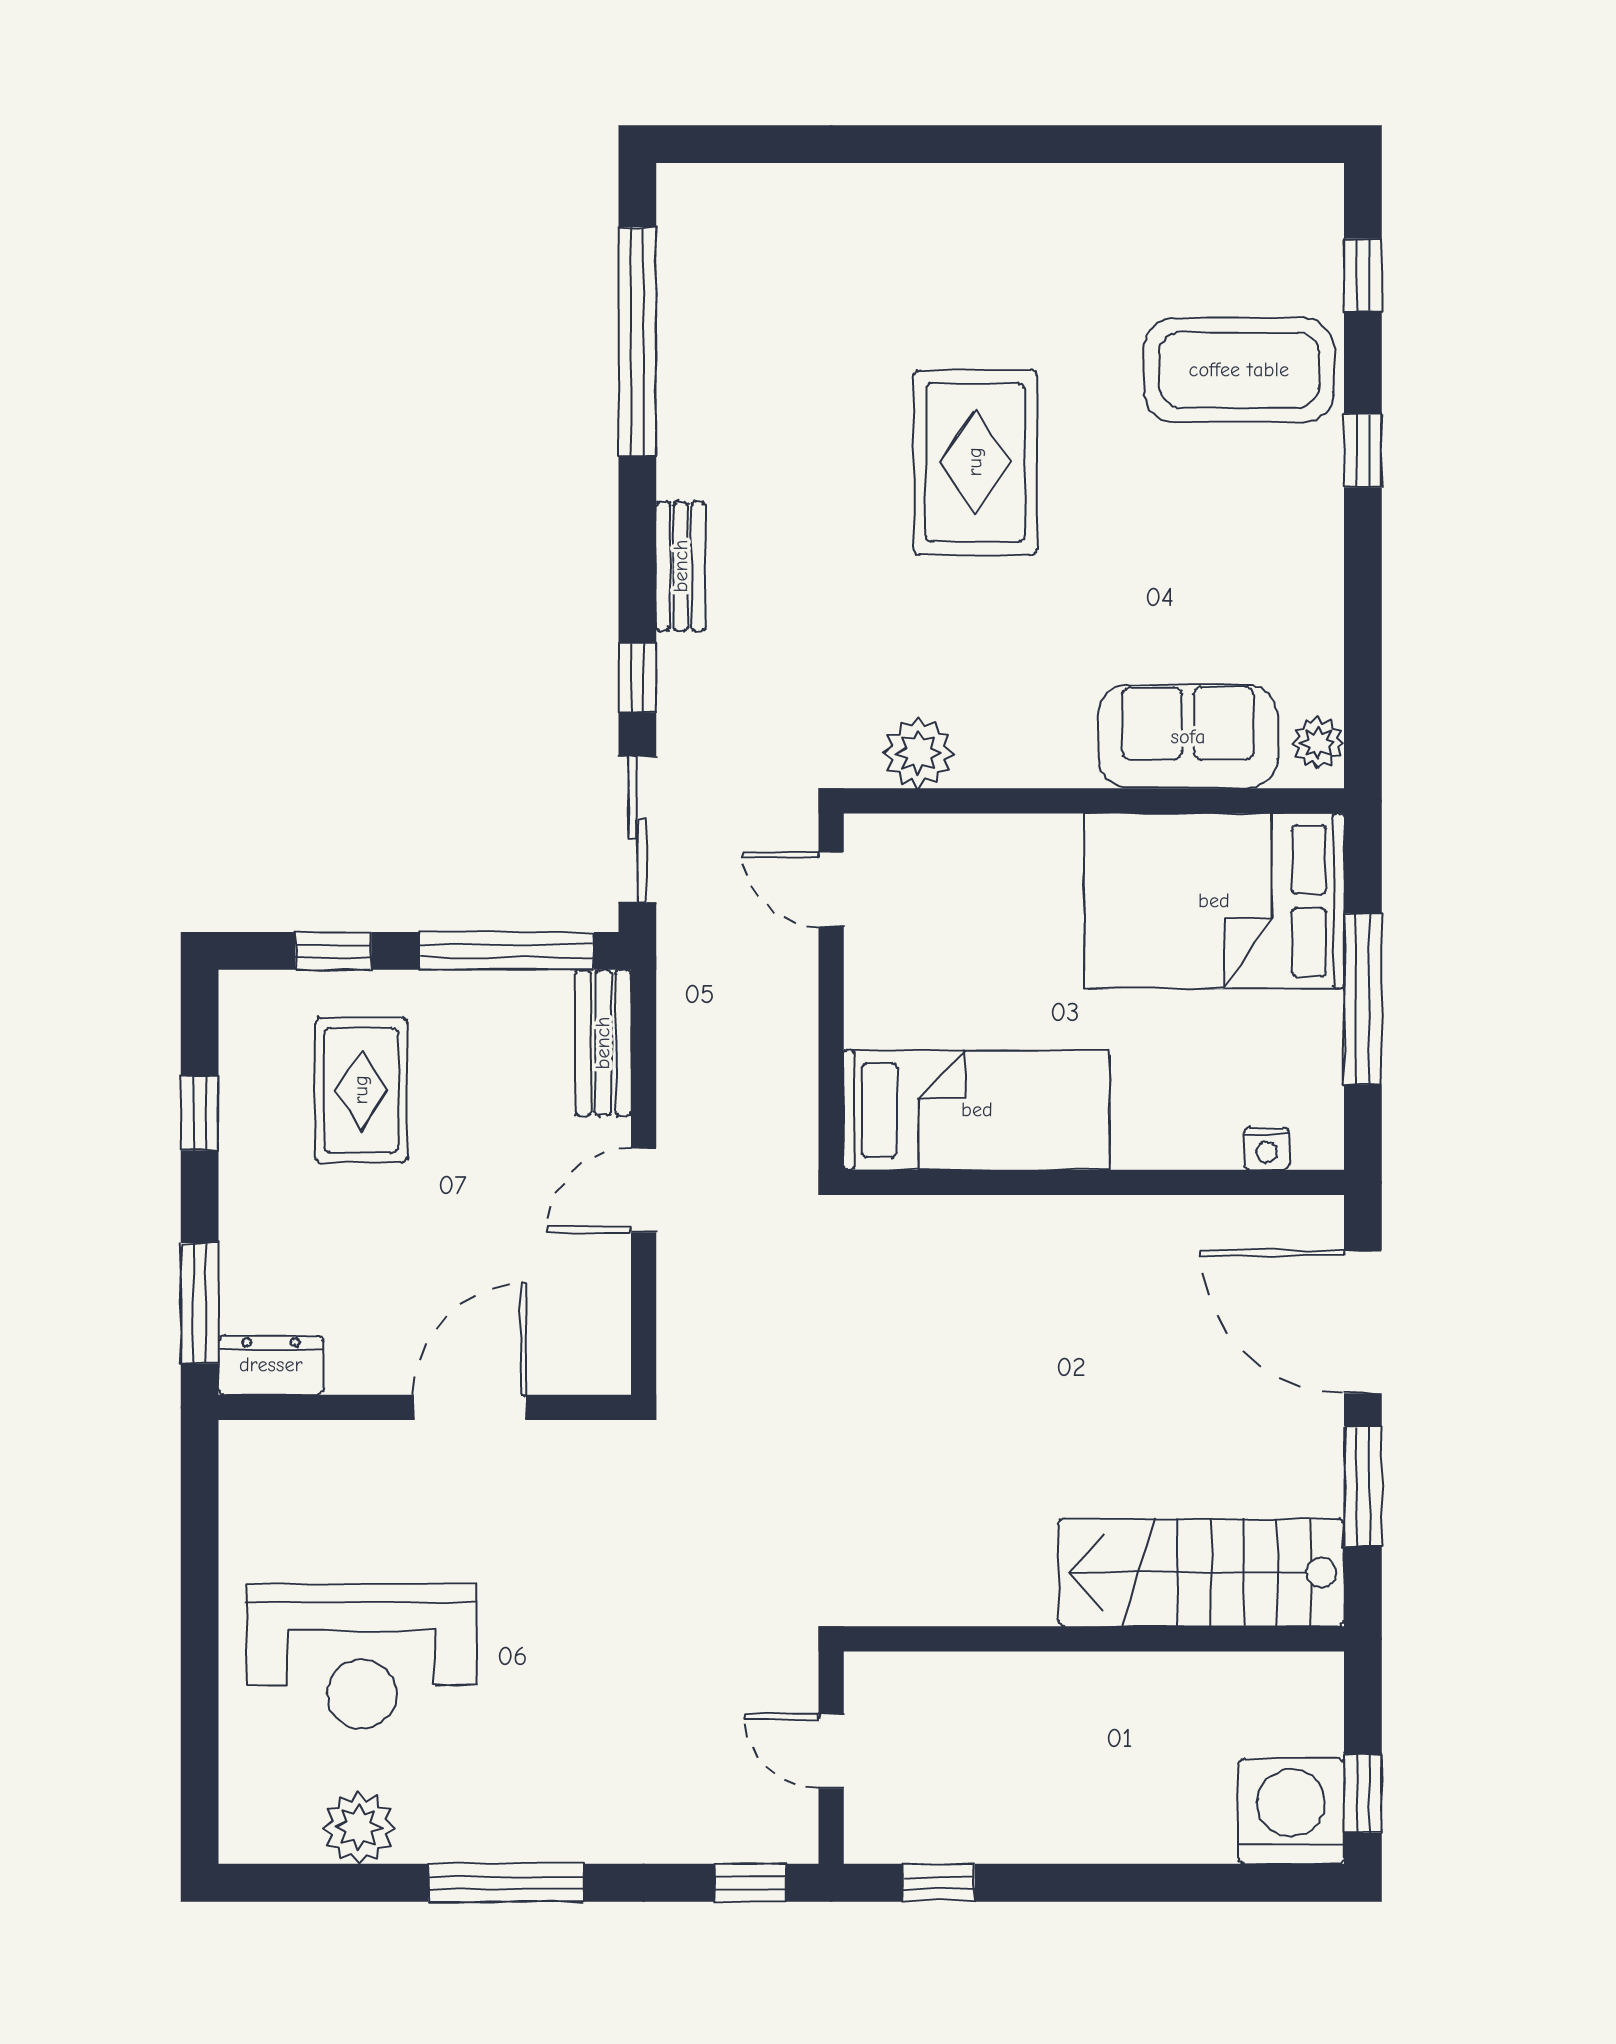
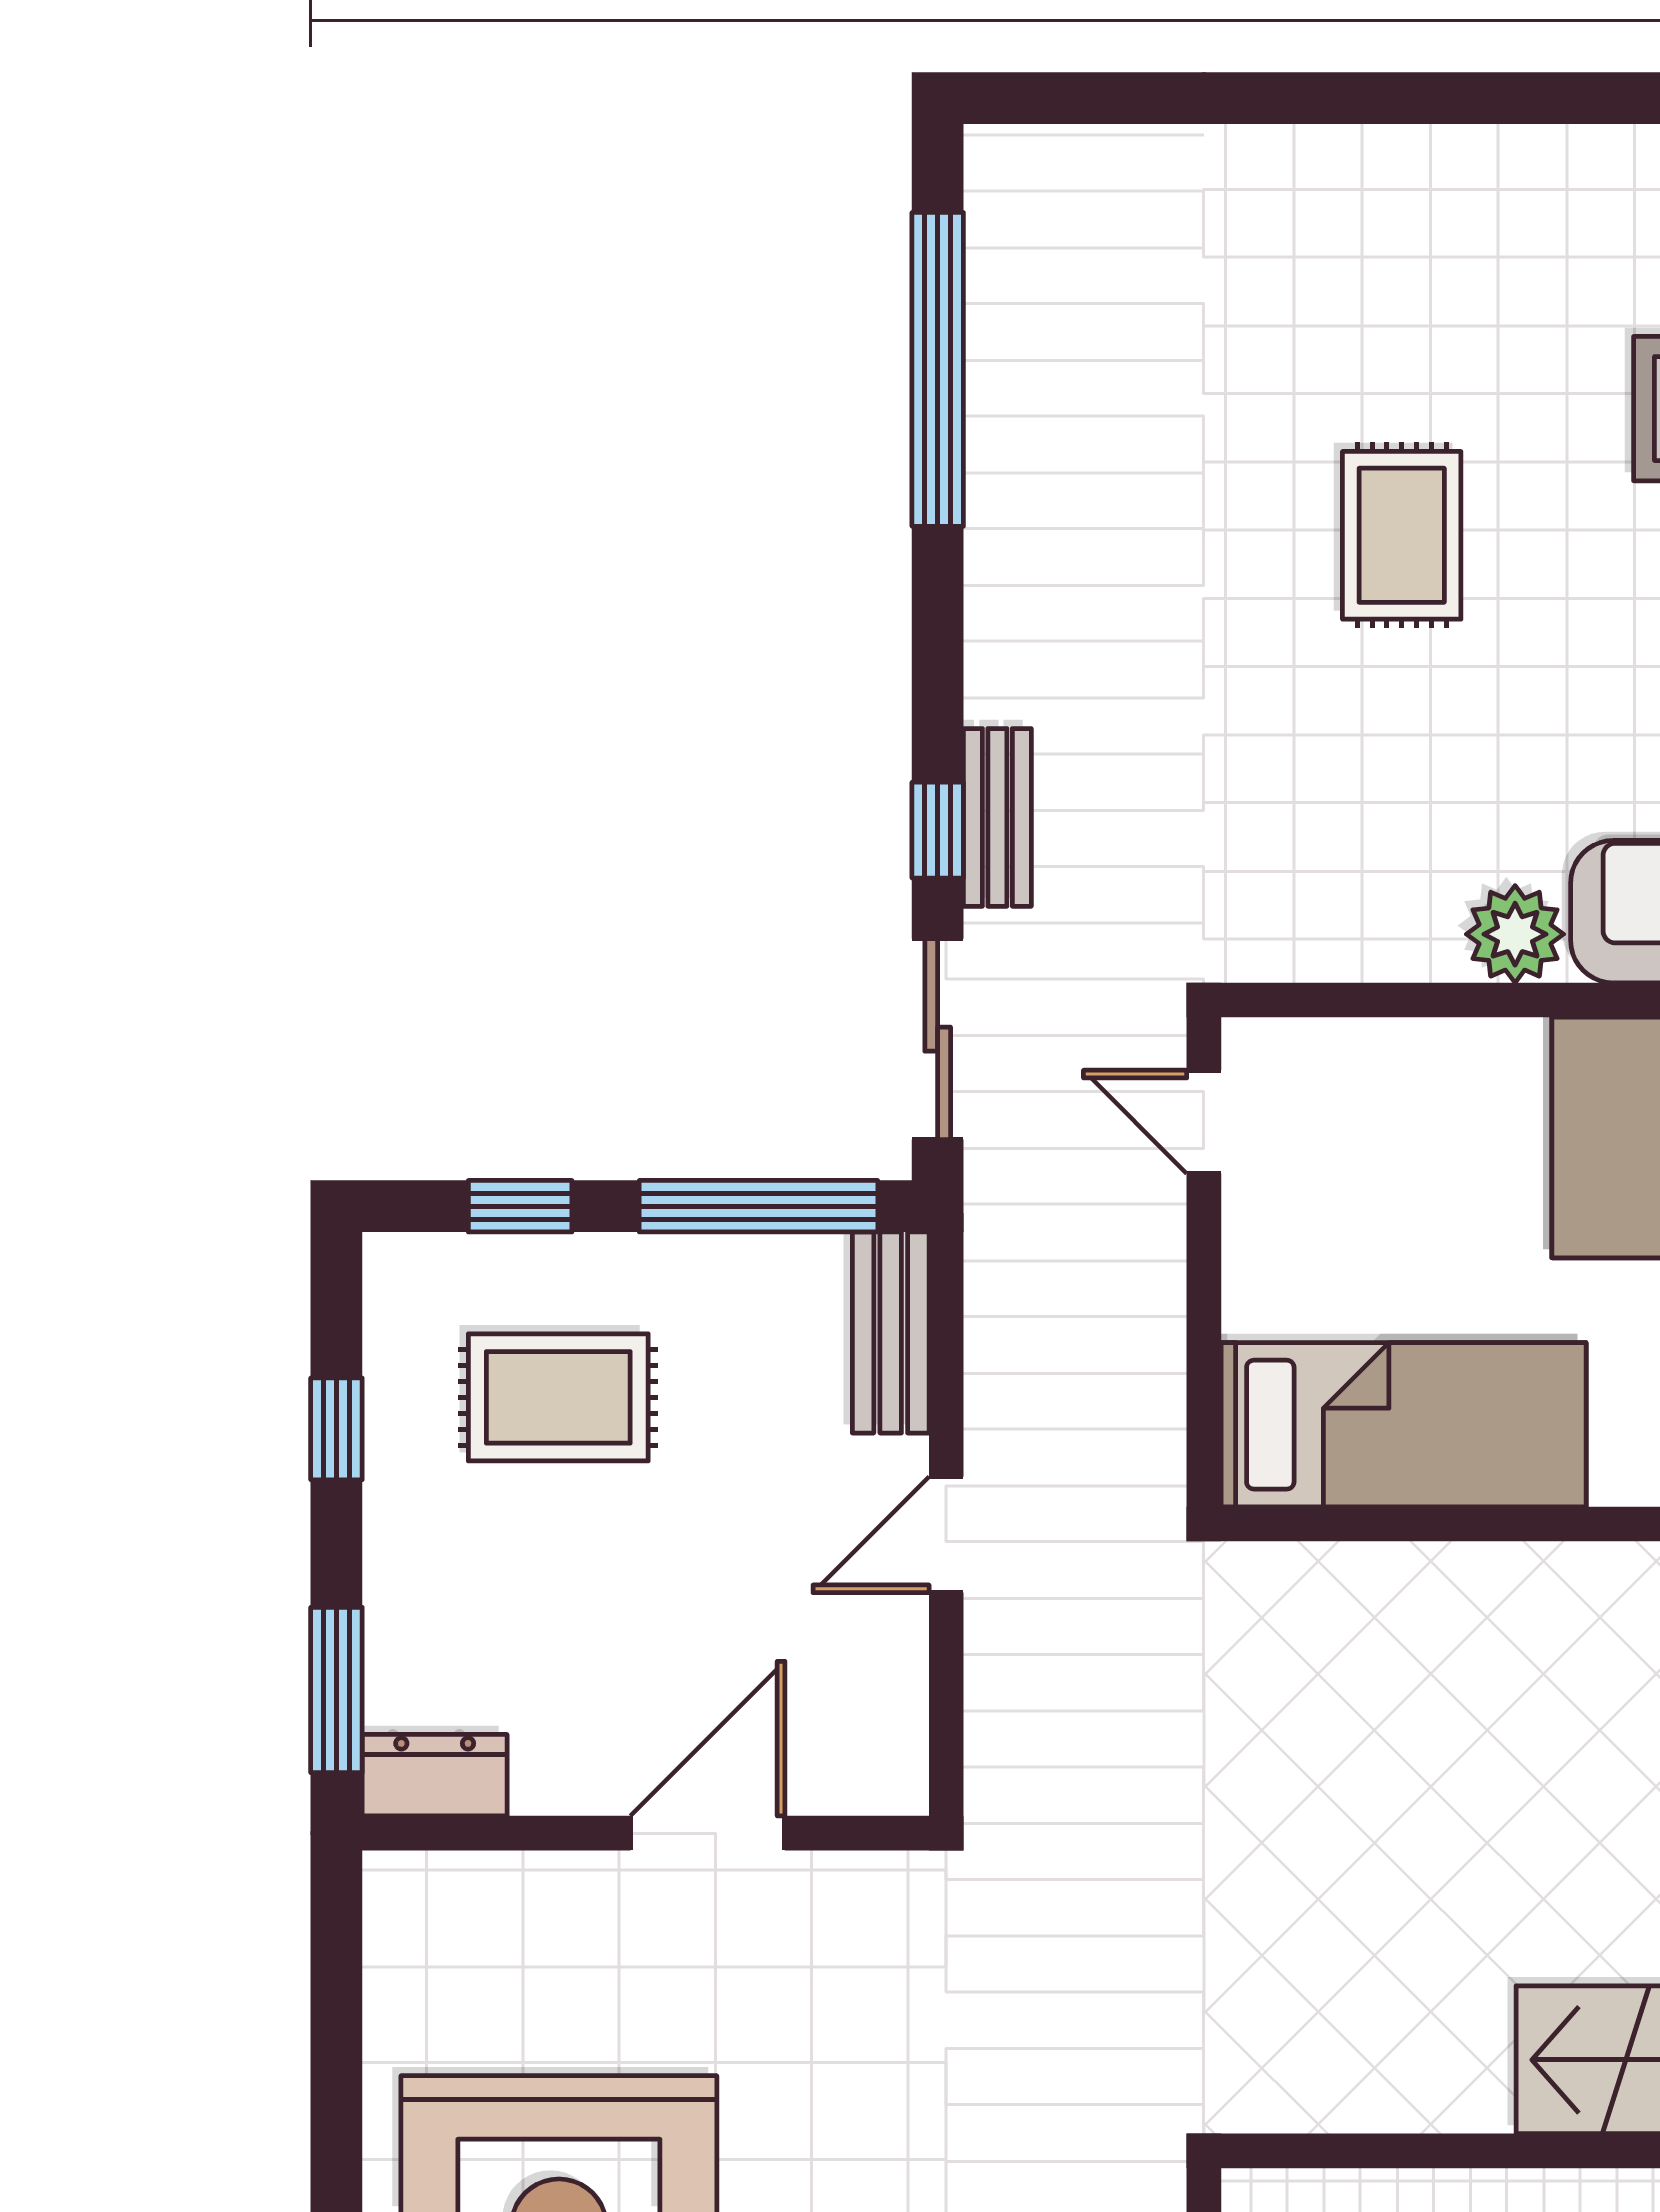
rug: (975, 462) -> (1402, 535), width x0.73, depth x0.70
bench: (681, 566) -> (997, 817), moved
plant: (919, 753) -> (1515, 934), moved
rug: (361, 1090) -> (558, 1397), turned 90

